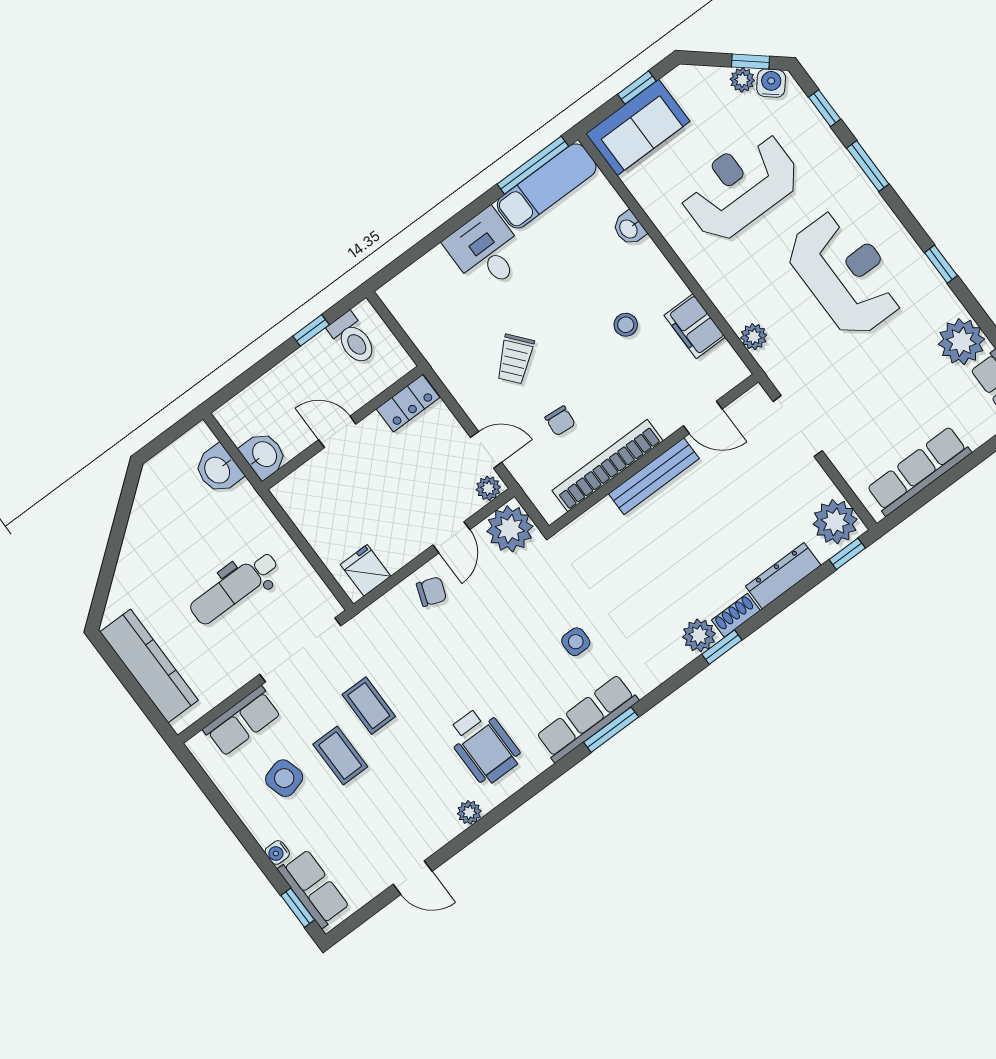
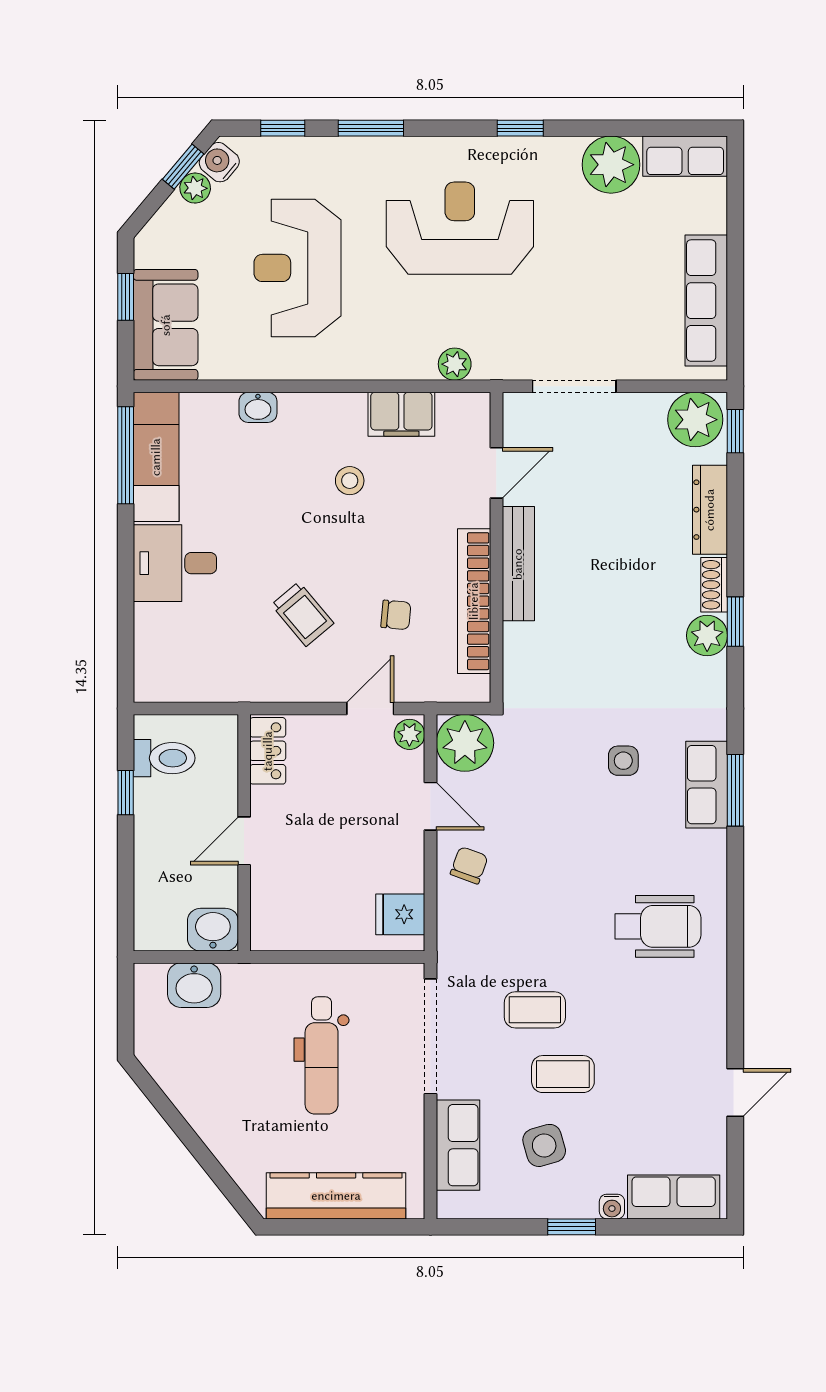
row of seats: (587, 718) -> (707, 785), width x0.68
plant: (469, 812) -> (713, 989), removed
window: (298, 908) -> (572, 1227), moved

